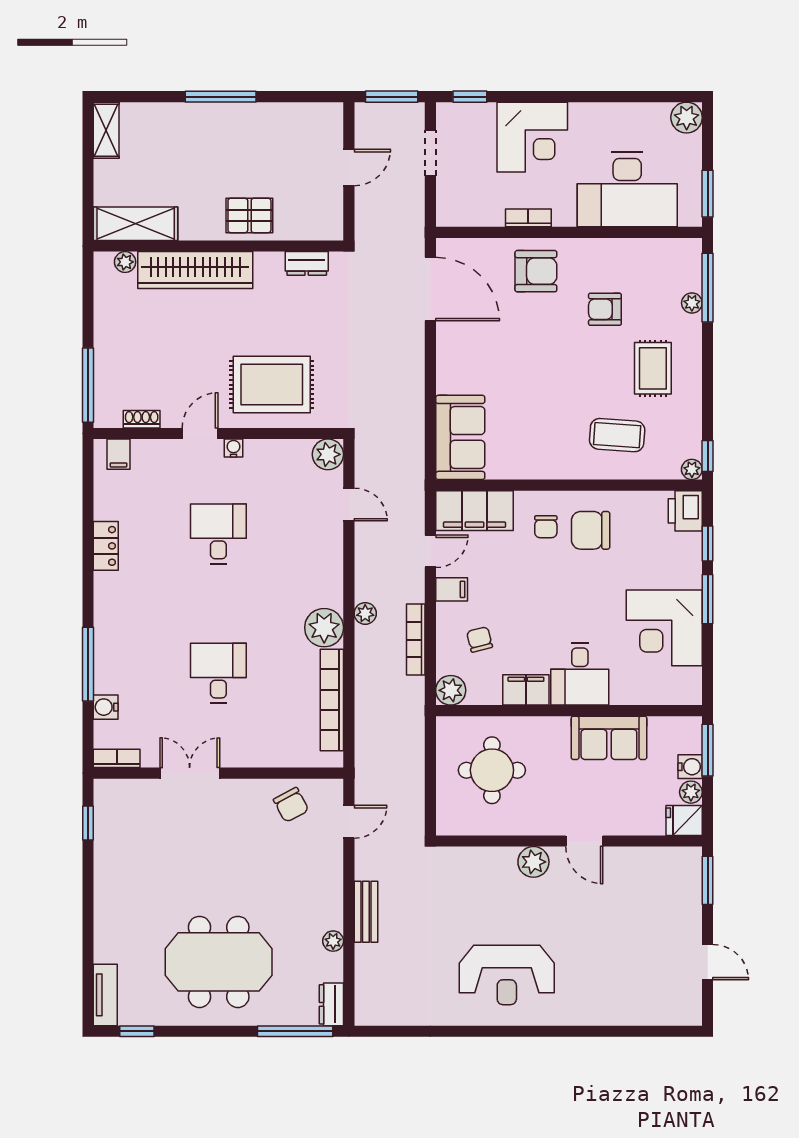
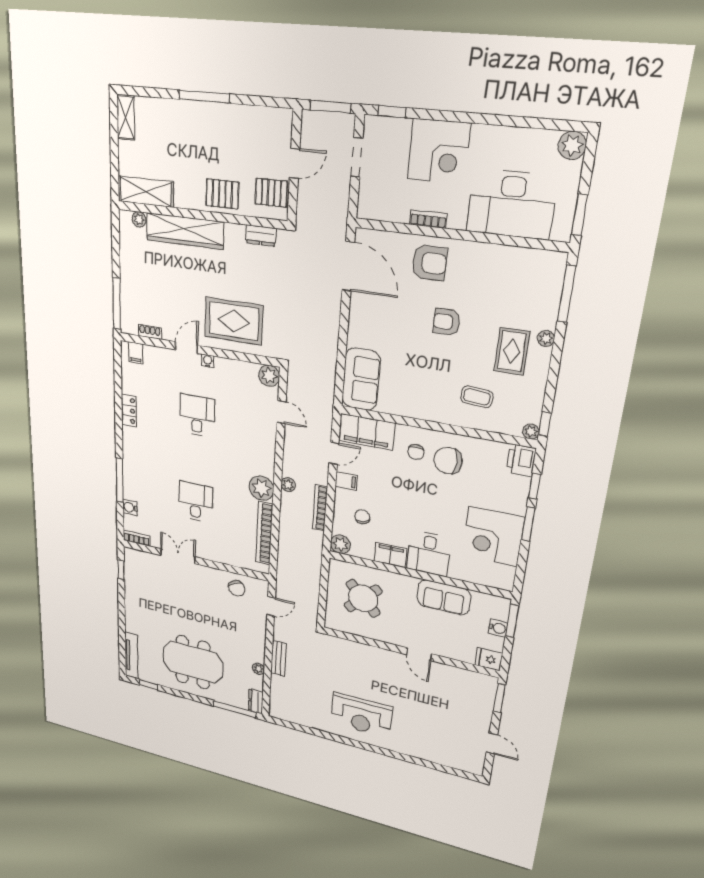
pallet: (319, 207) -> (271, 193), added
plant: (692, 303) -> (546, 338), moved
armchair: (605, 309) -> (447, 322), moved
coffee table: (617, 435) -> (477, 397), width x0.73, depth x0.77
round table: (492, 770) -> (363, 598), turned 45
plant: (691, 792) -> (496, 644), removed
plant: (533, 862) -> (385, 658), removed
tv unit: (105, 995) -> (131, 656), width x1.41

